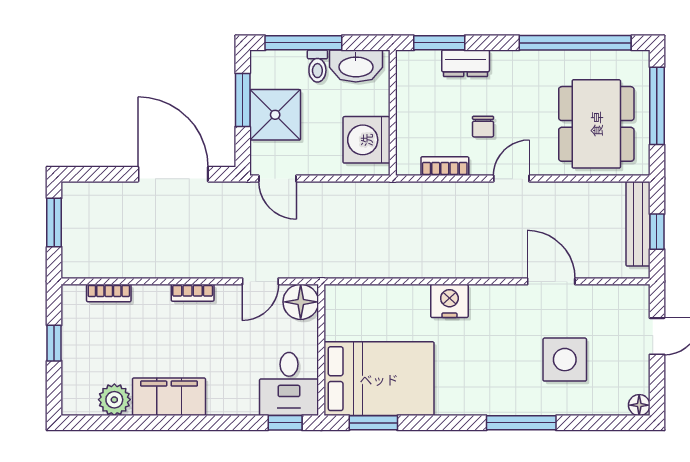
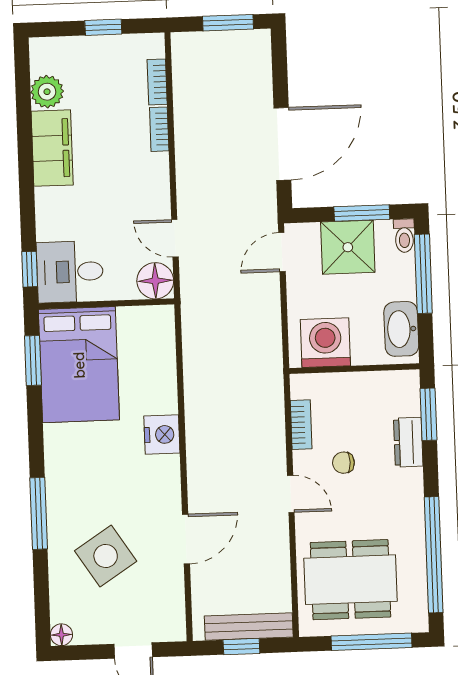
toilet: (317, 66) -> (404, 236), moved, turned -90
bookcase: (193, 293) -> (159, 129), moved
side table: (565, 360) -> (106, 556), turned -33

